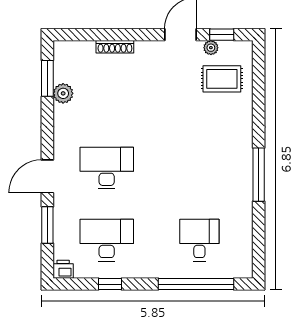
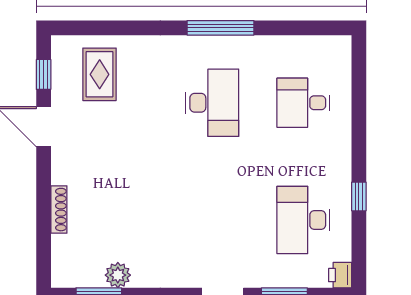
plant: (211, 48) -> (60, 88), removed
desk: (107, 168) -> (212, 103), moved, turned 180
window: (110, 284) -> (359, 196), moved
window: (196, 284) -> (359, 107), removed

